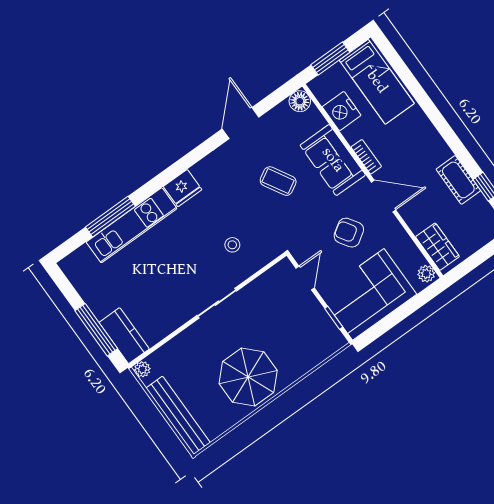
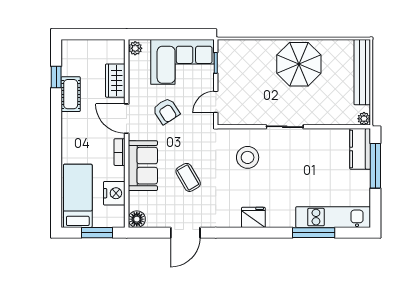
kitchen unit: (132, 225) -> (333, 217), moved
stool: (232, 245) -> (248, 157), width x1.89, depth x1.89
wardrobe: (438, 247) -> (115, 81), moved

